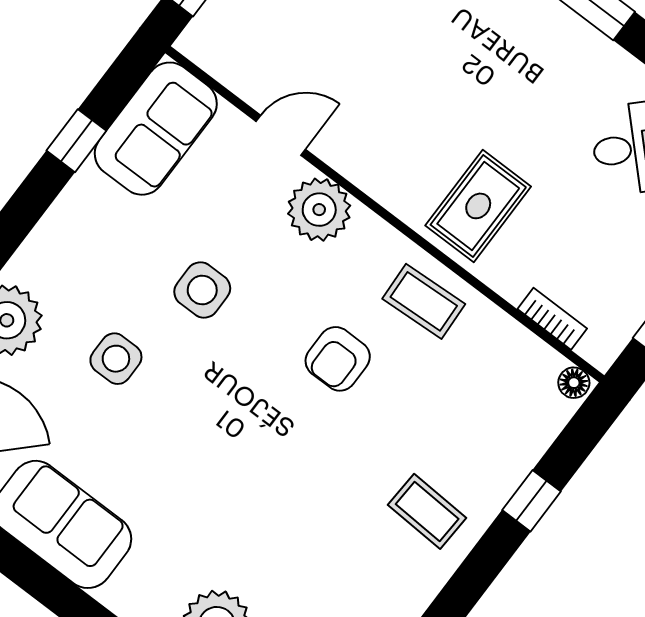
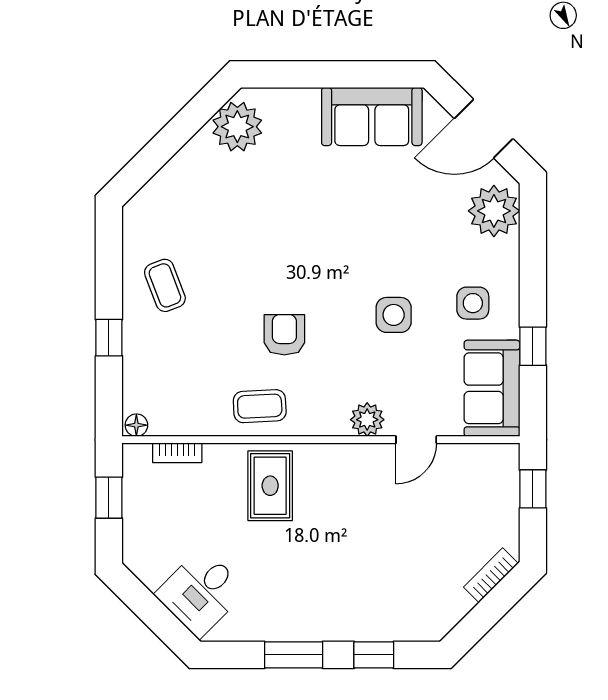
plant: (319, 210) -> (367, 420), width x0.73, depth x0.73
side table: (116, 359) -> (473, 303), moved
coffee table: (427, 511) -> (165, 285), turned 66

